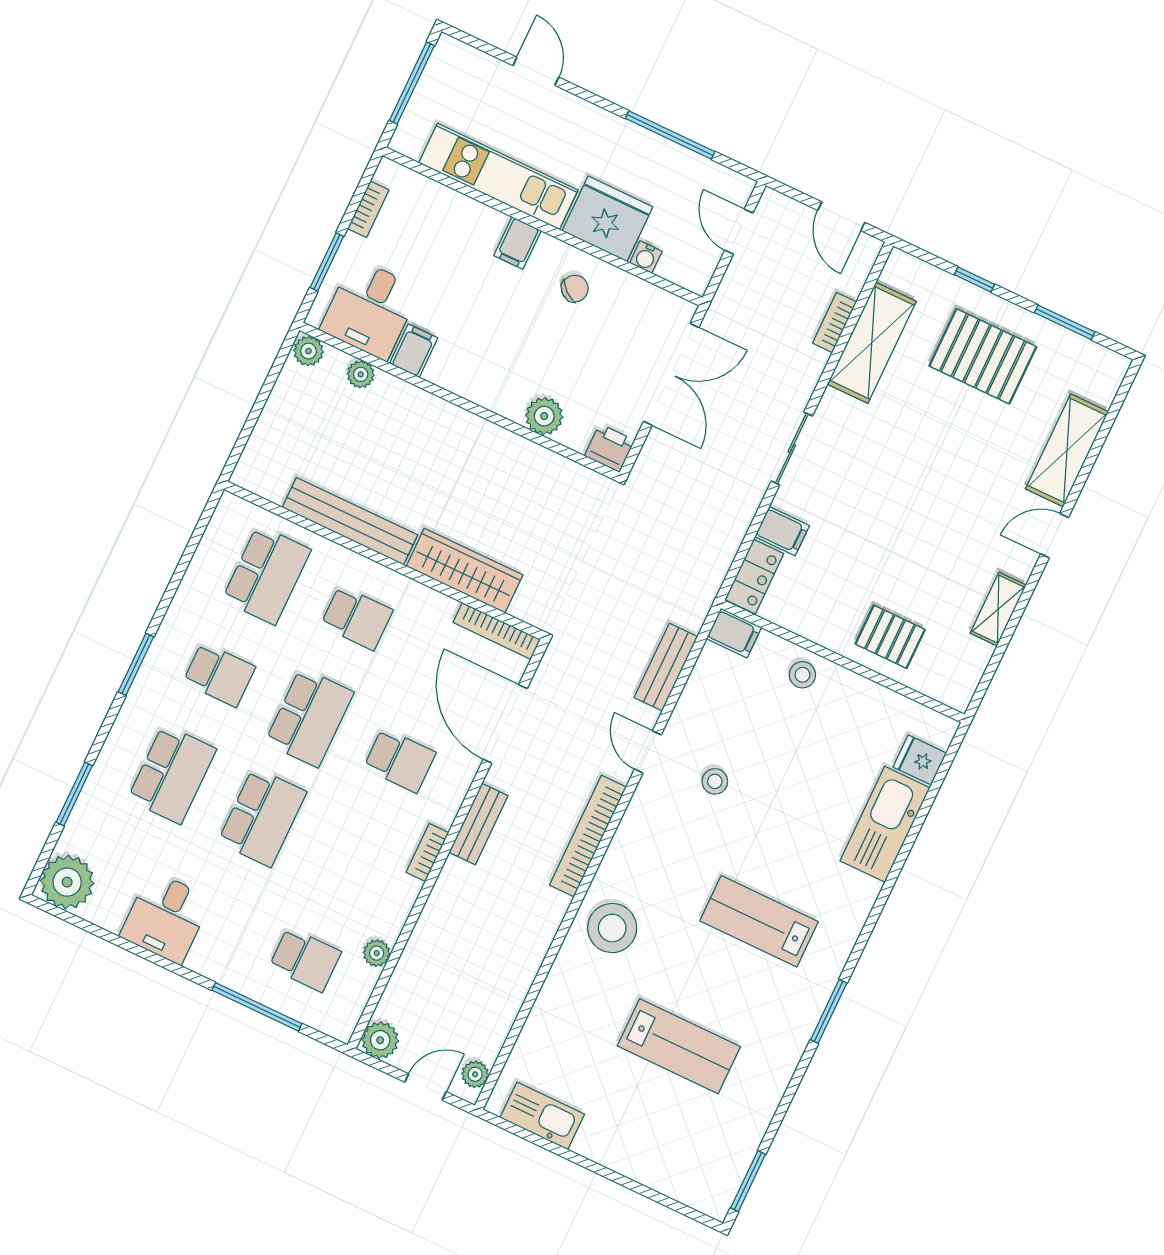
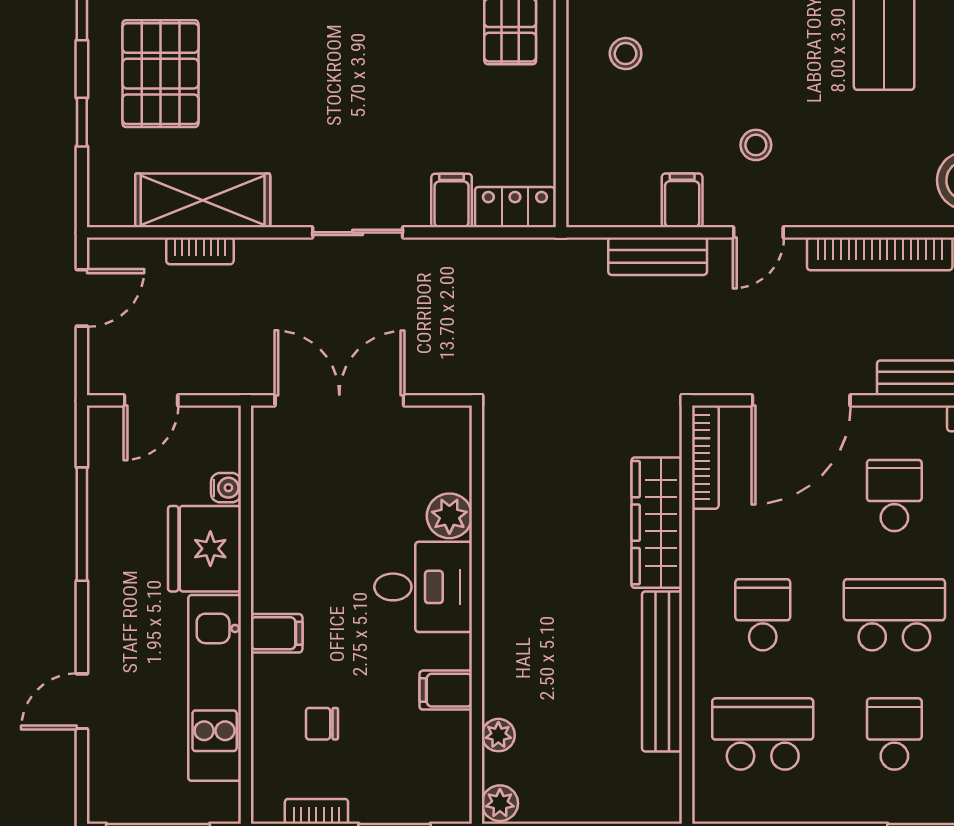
chair: (575, 289) -> (322, 724), moved, turned -40
desk: (370, 309) -> (423, 587), moved
printer: (610, 448) -> (450, 429), removed
filing cabinet: (734, 633) -> (682, 200), moved
stool: (802, 675) -> (626, 54), moved

